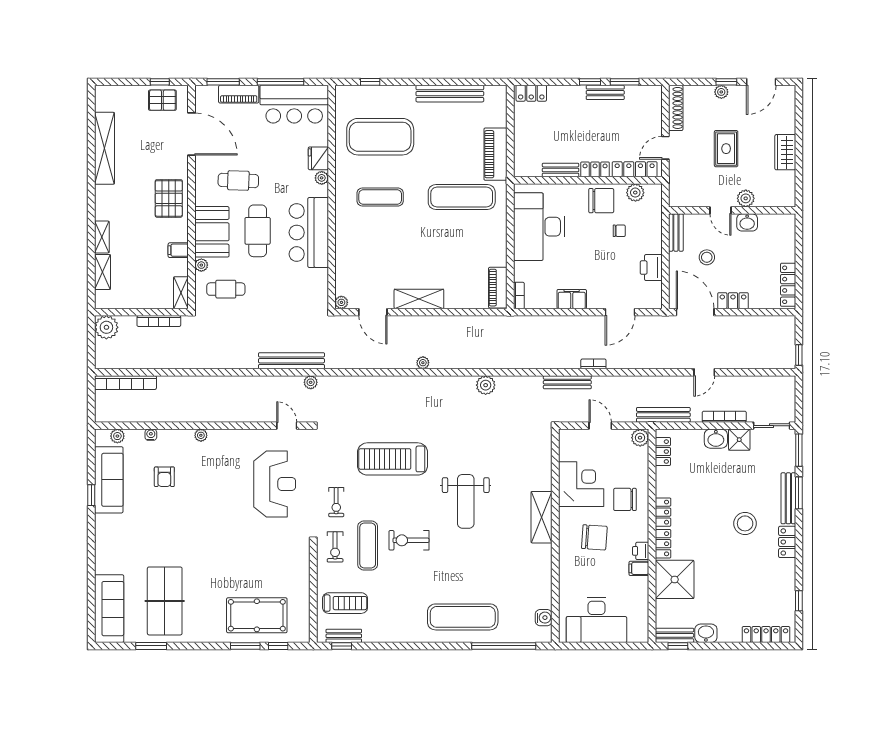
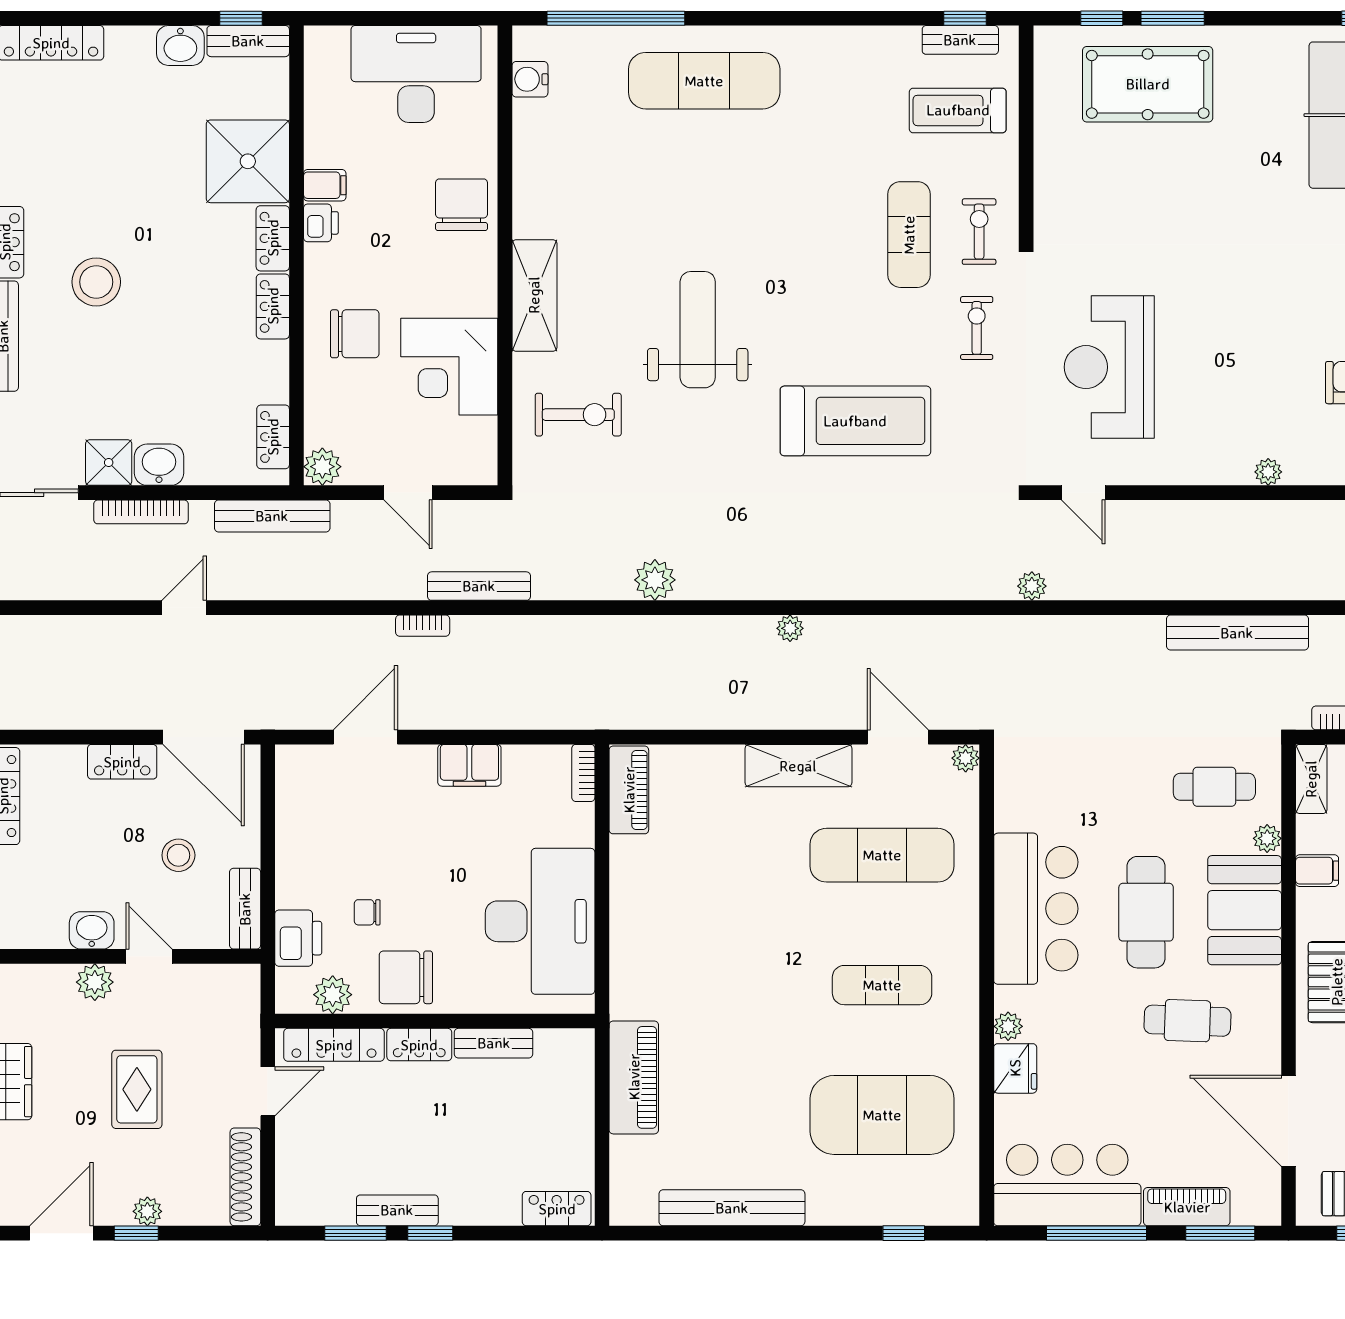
exercise mat: (462, 197) -> (882, 855), moved
printer: (651, 268) -> (298, 938), moved
bench: (291, 361) -> (1237, 633), moved
chair: (594, 537) -> (462, 205), moved, turned 86
exercise bike: (409, 540) -> (578, 415), moved

